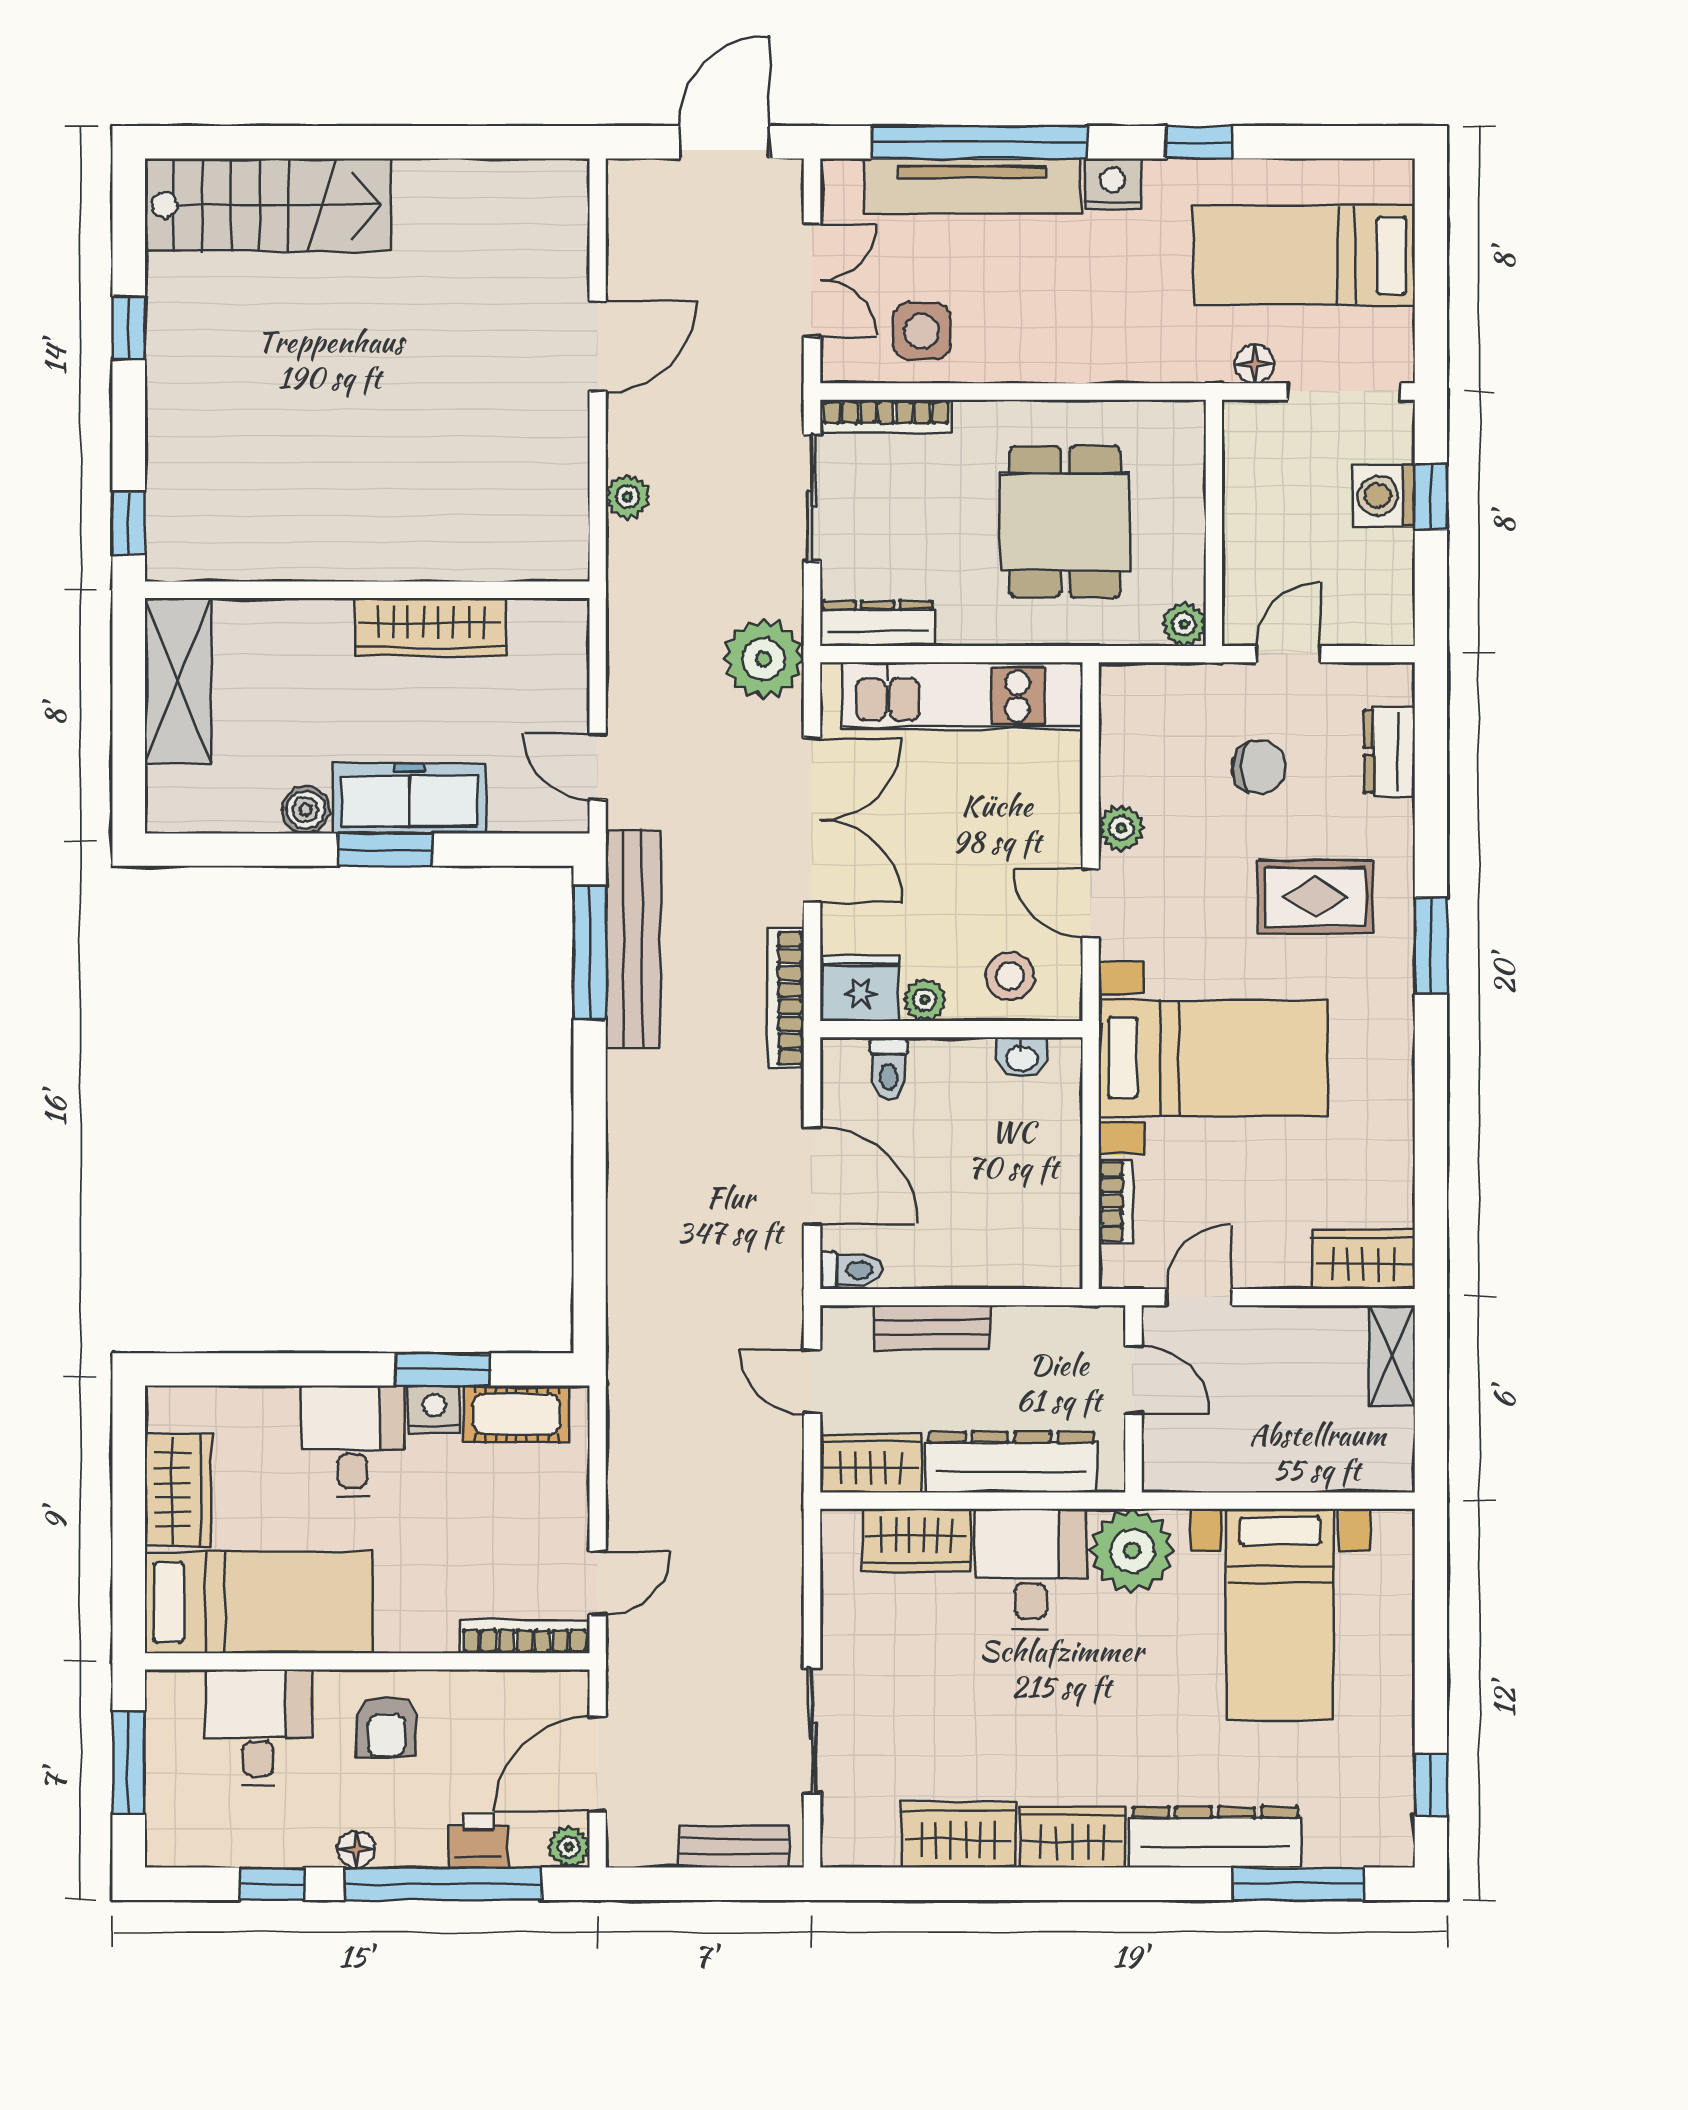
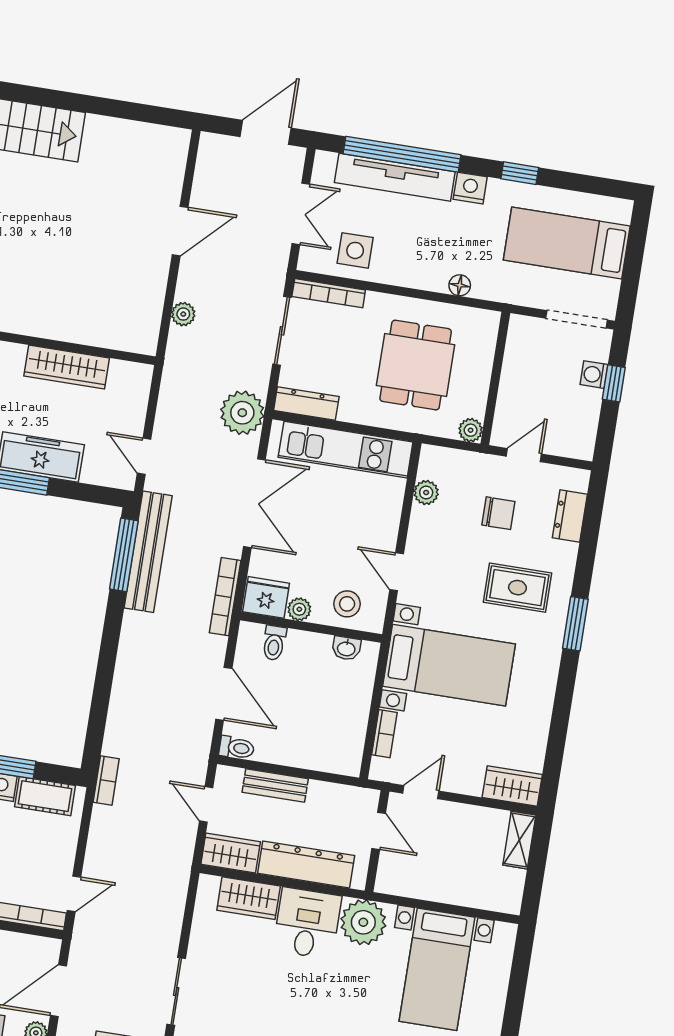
floor lamp: (1255, 364) -> (460, 285), moved
washing machine: (1384, 496) -> (594, 375), width x0.73, depth x0.73
plant: (1121, 828) -> (426, 493), moved
bookcase: (623, 1368) -> (106, 780), added

